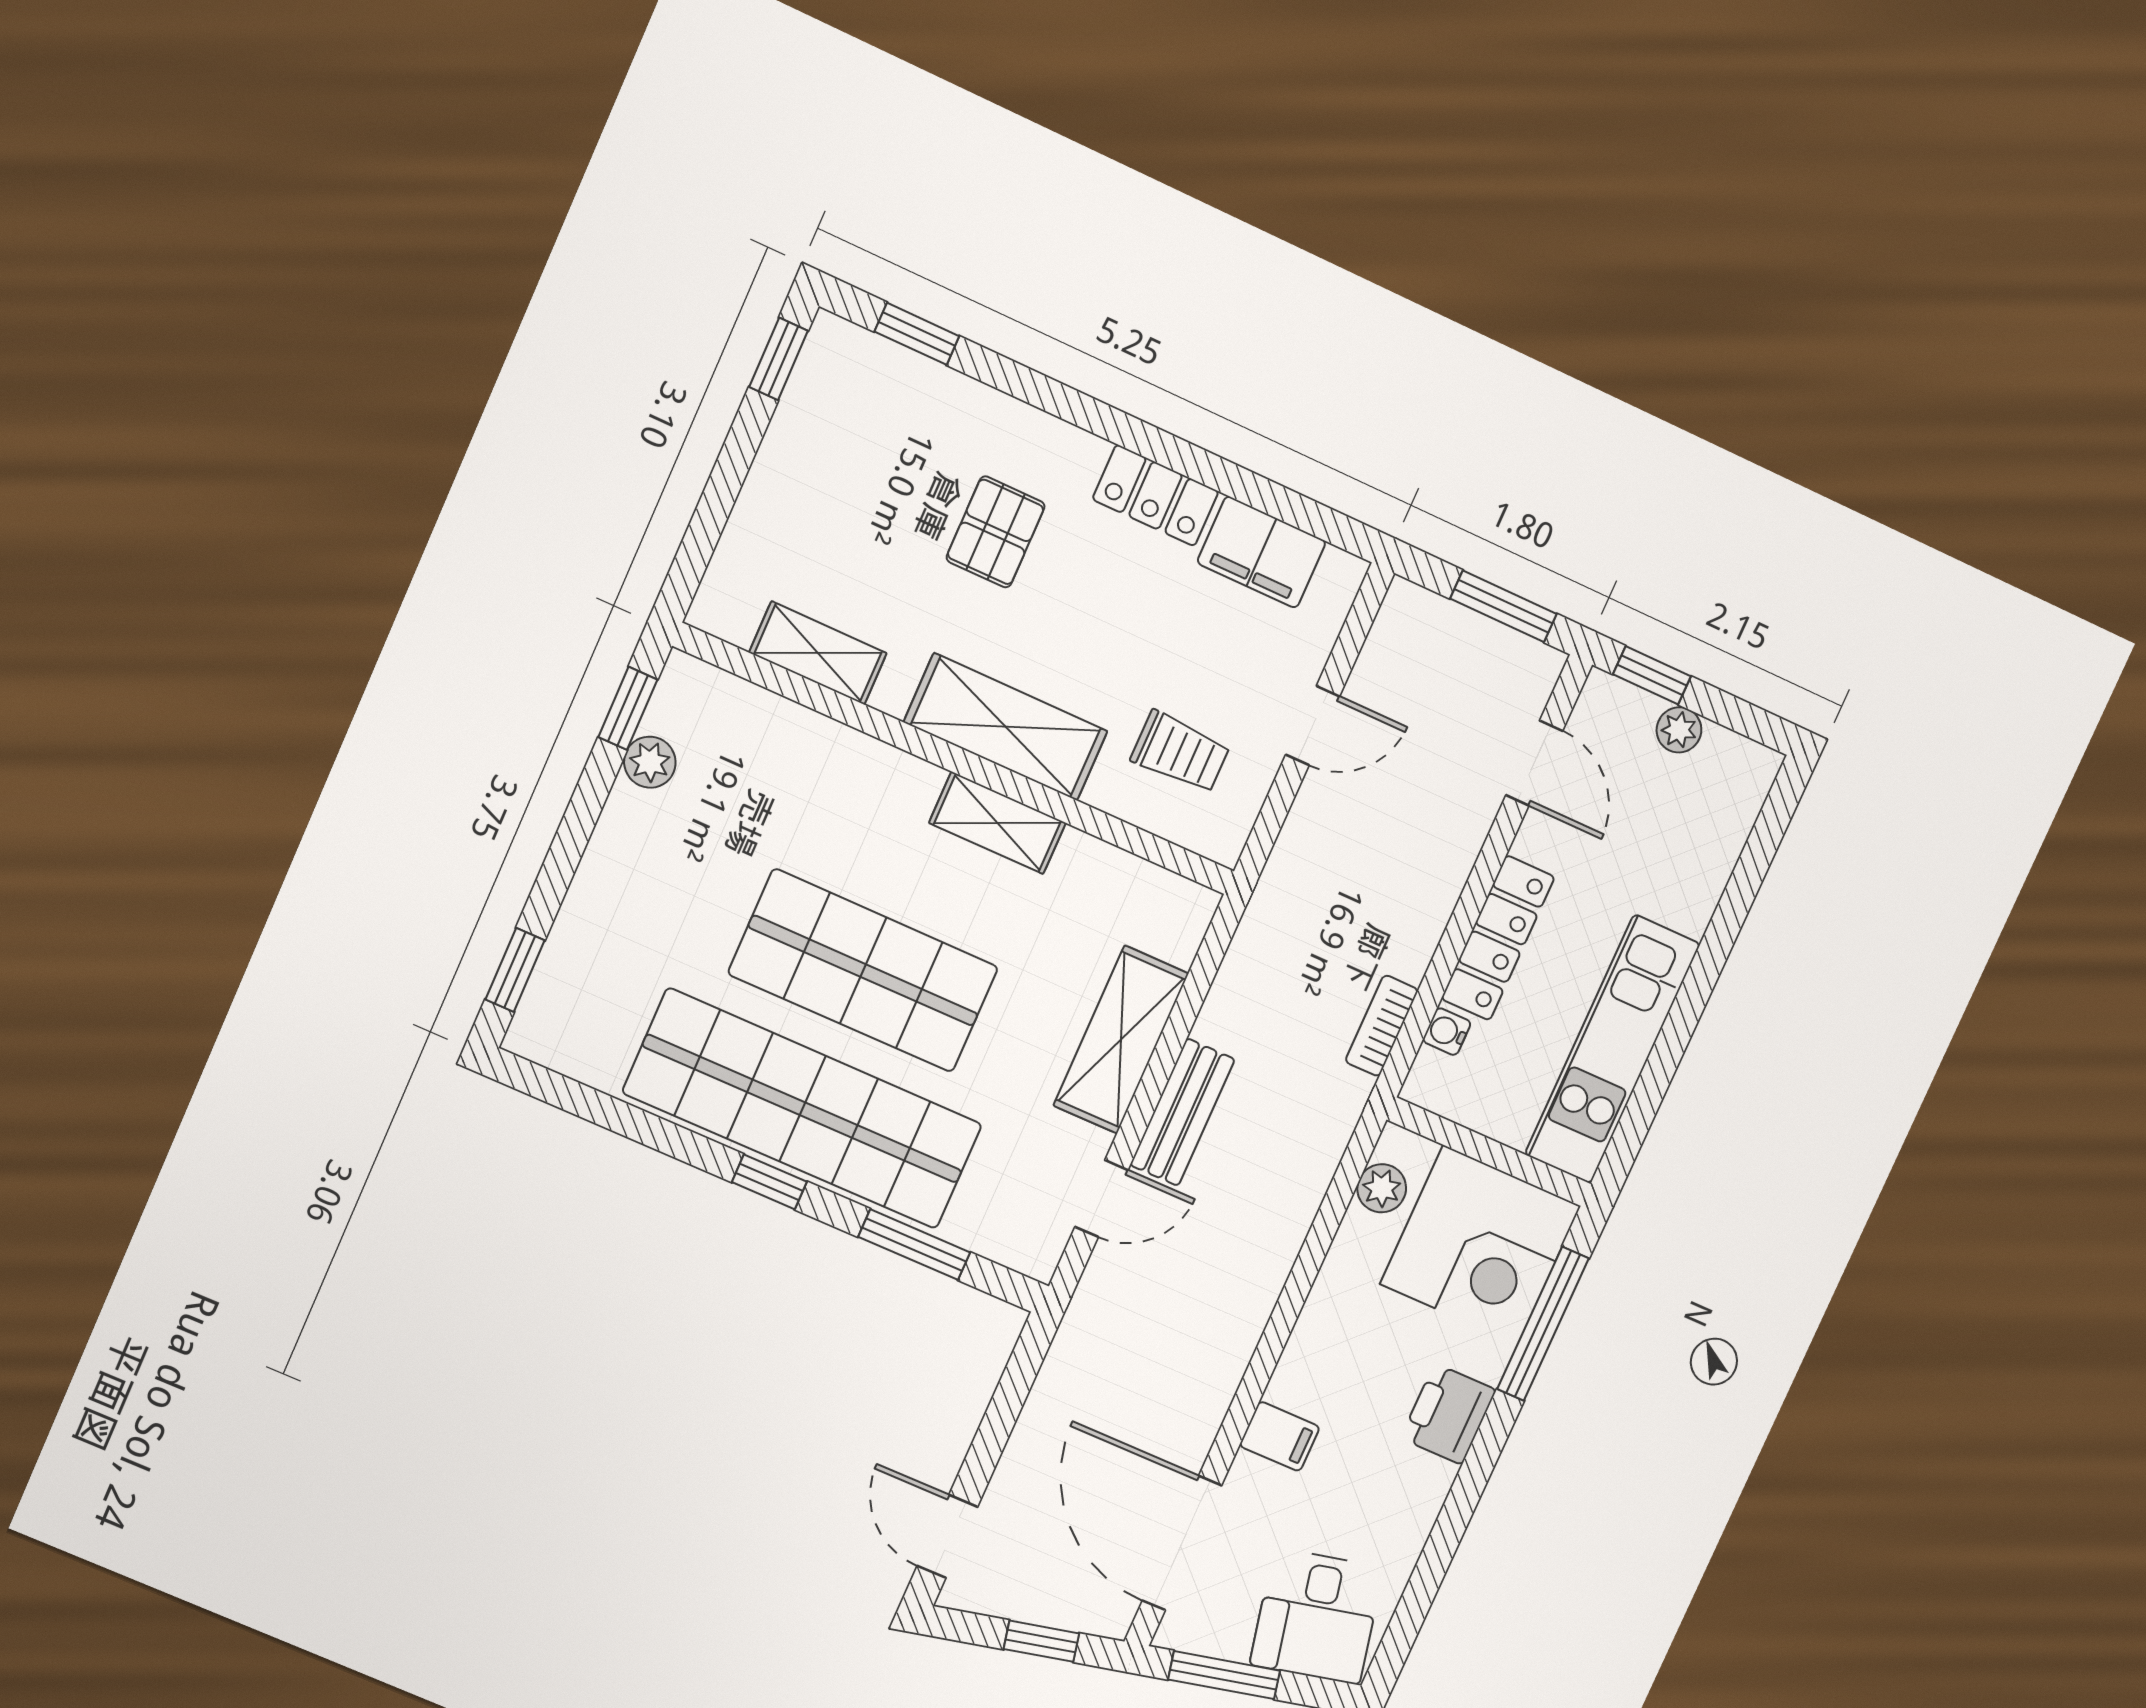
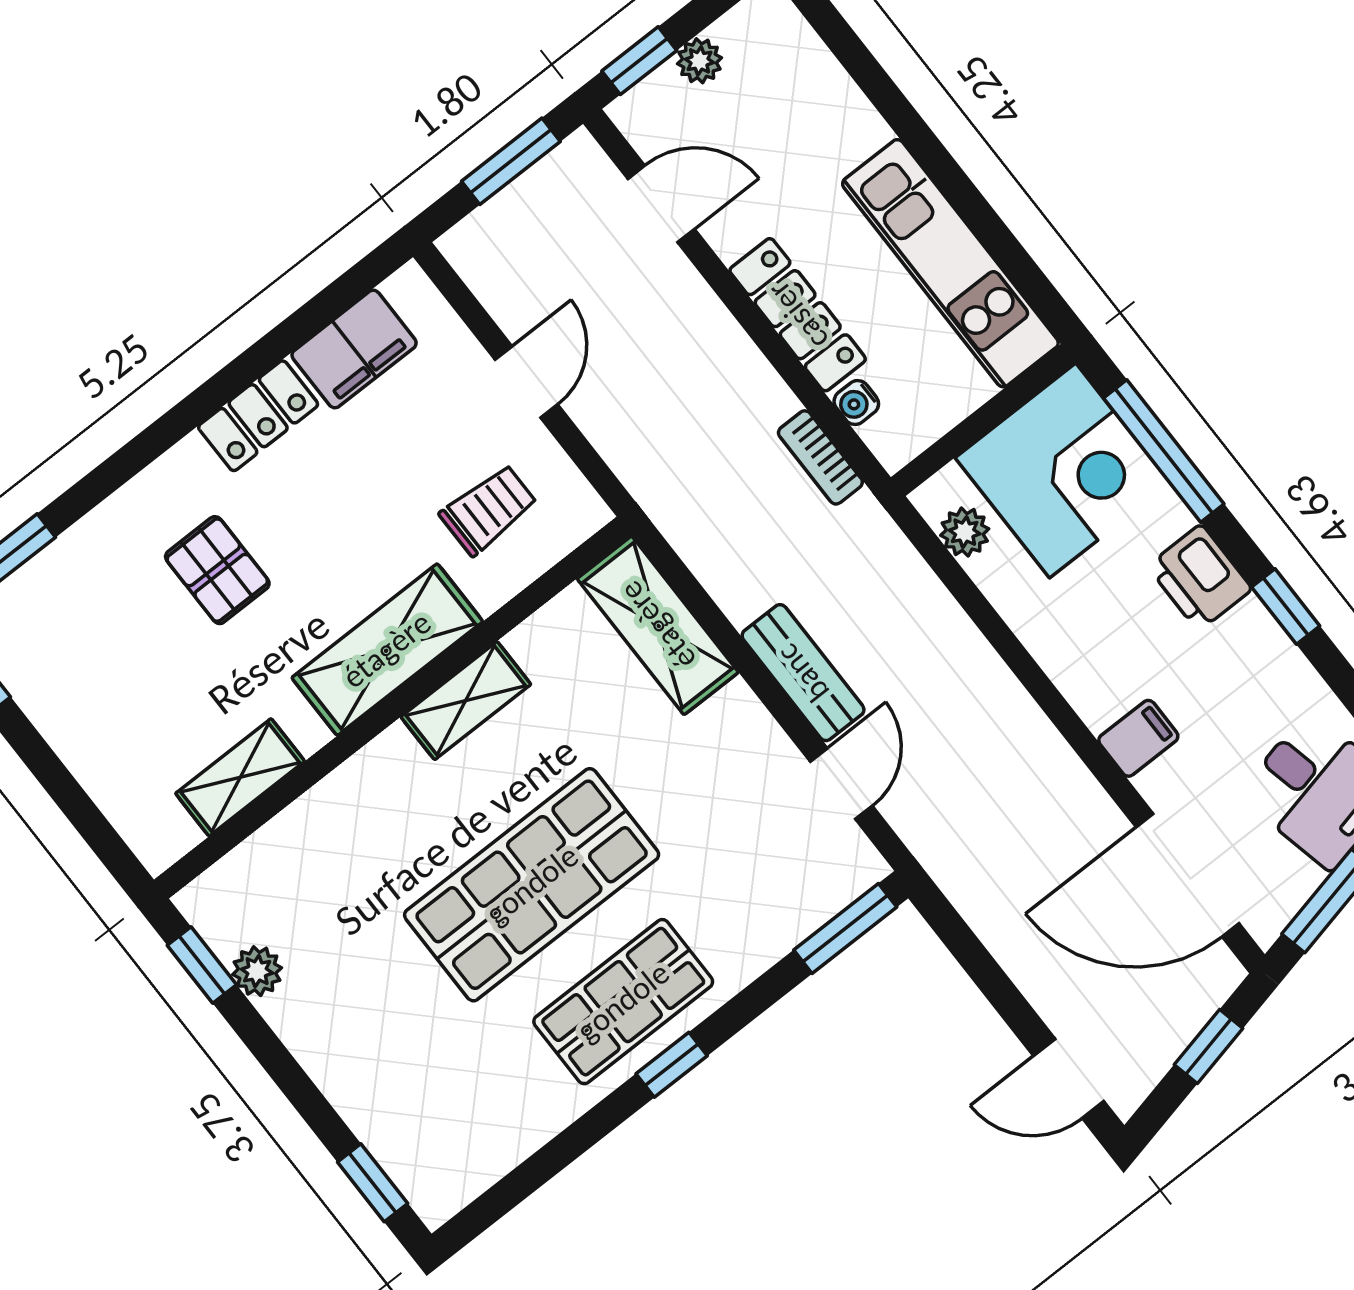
shelving: (1121, 1040) -> (658, 625), moved
shop shelf: (803, 1109) -> (623, 1002), width x0.50, depth x0.74
window: (914, 1245) -> (845, 929), moved
window: (1462, 1501) -> (1286, 606), added

